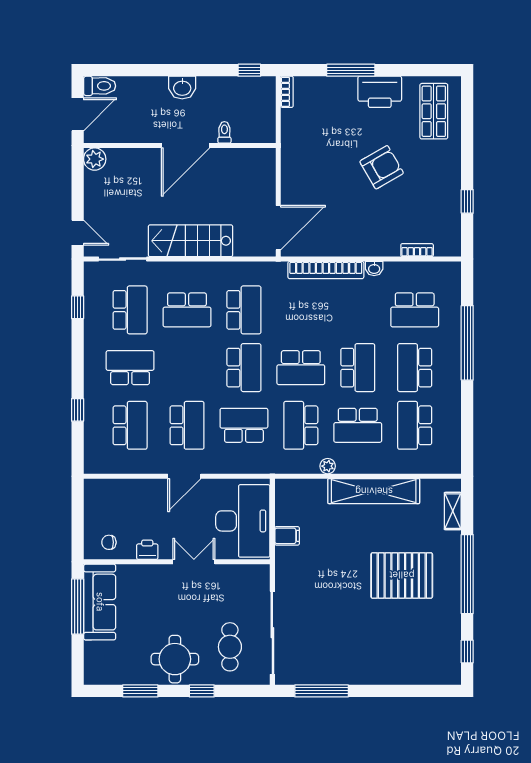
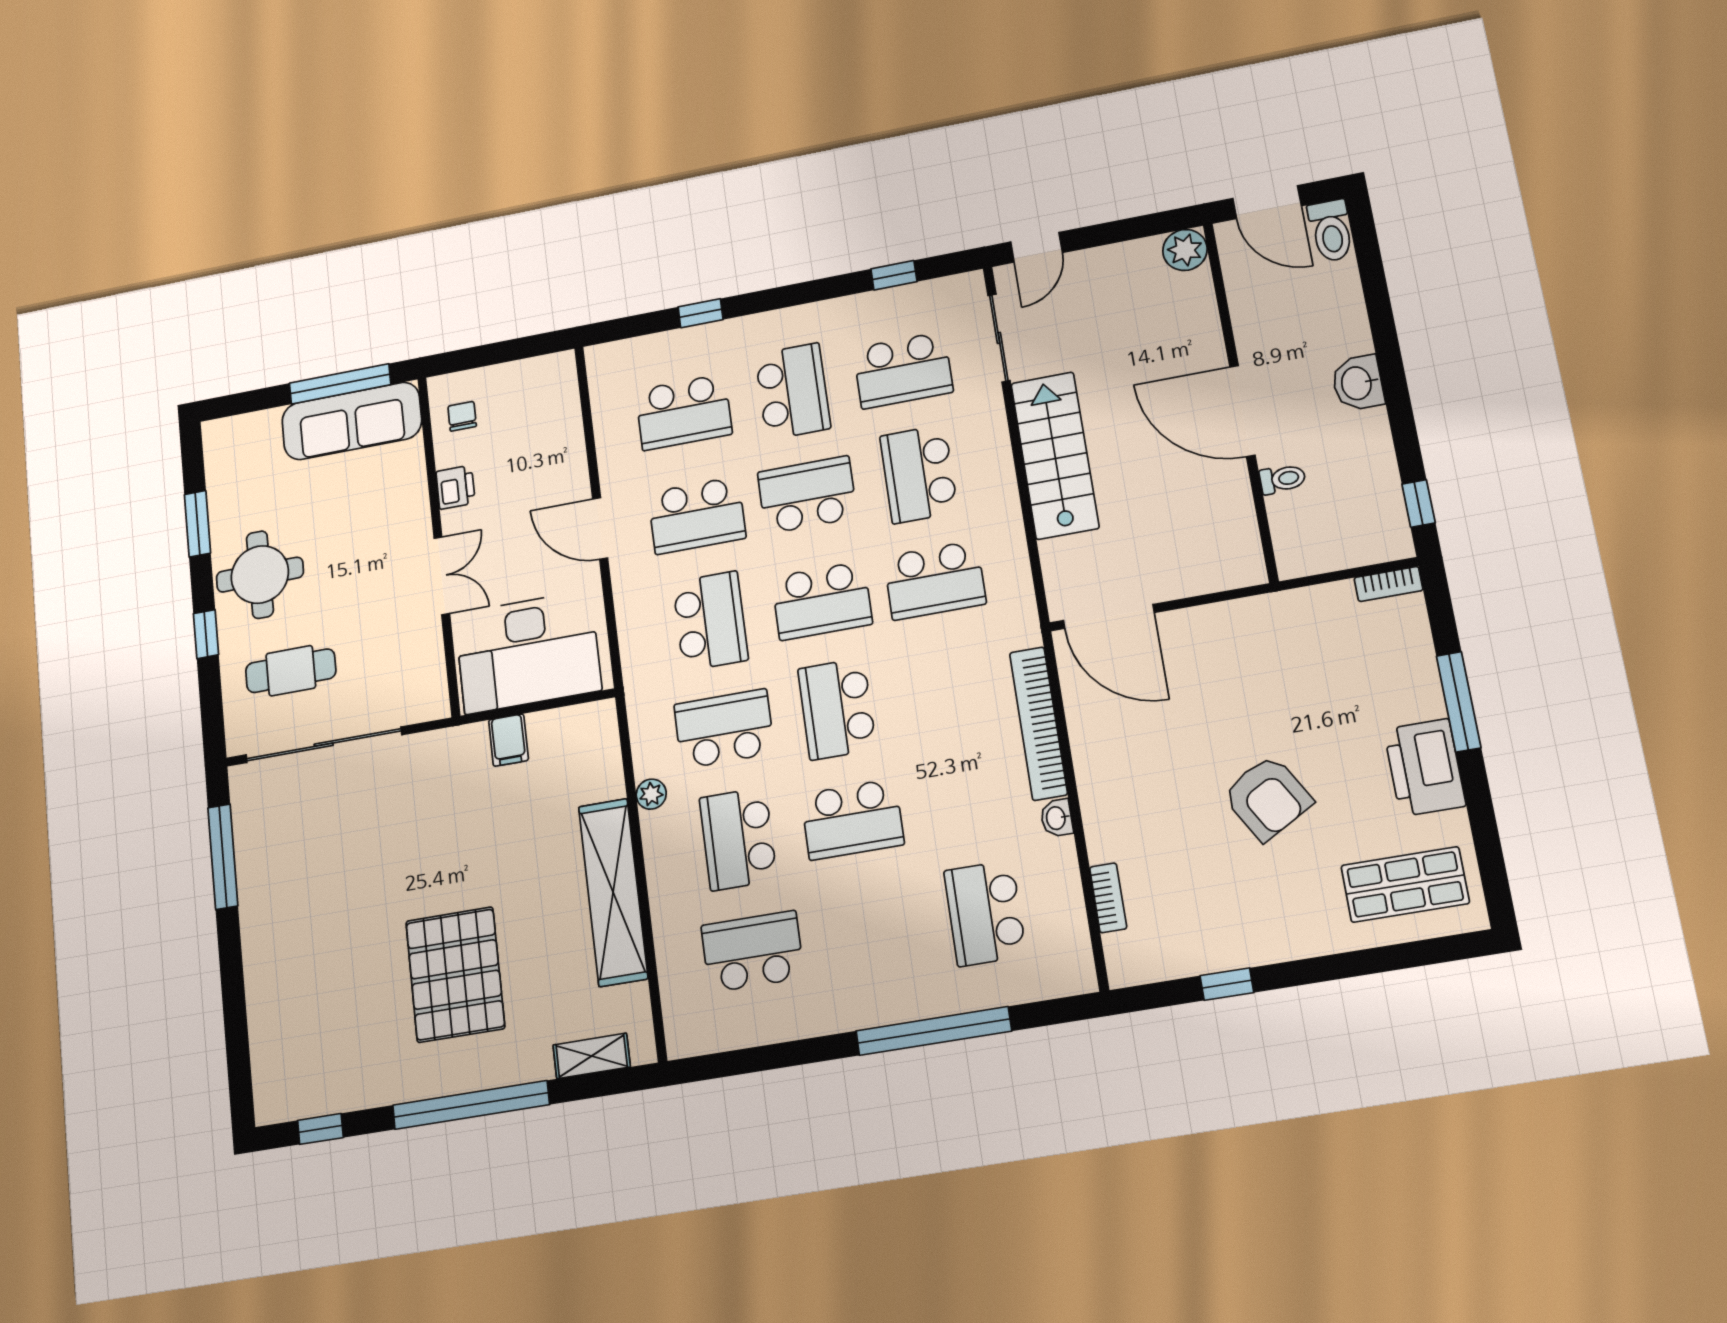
school desk: (415, 368) -> (807, 495), moved

